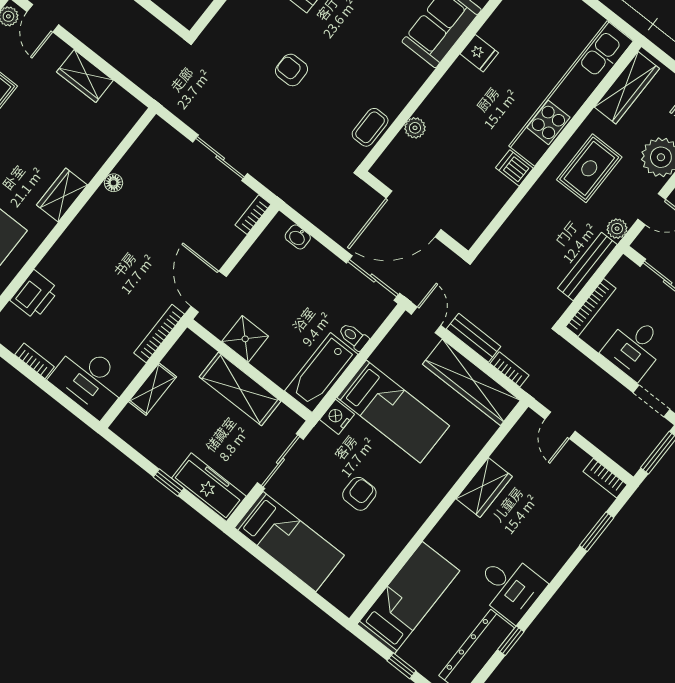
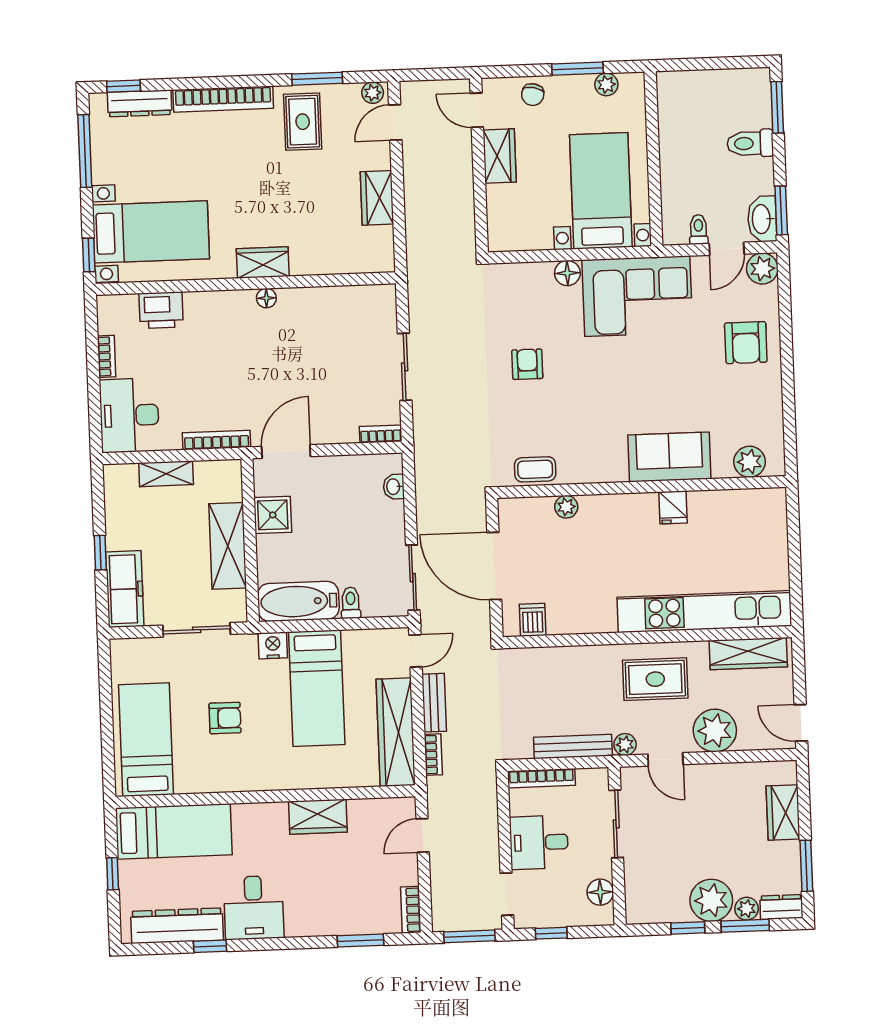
dishwasher: (514, 168) -> (533, 620), moved
floor lamp: (114, 183) -> (266, 298), moved
bed: (289, 542) -> (146, 740), moved, turned 180

